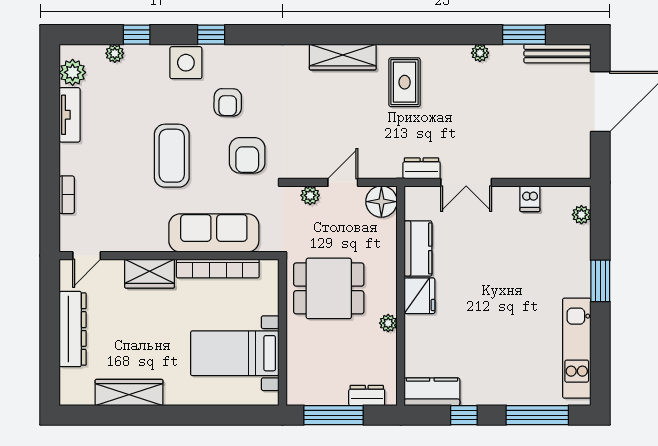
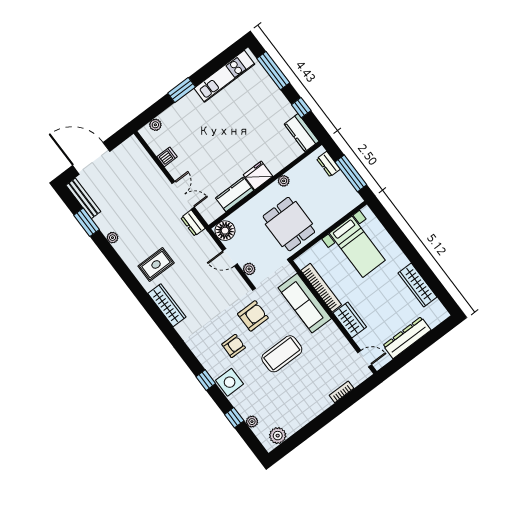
tv unit: (70, 115) -> (300, 421), removed

